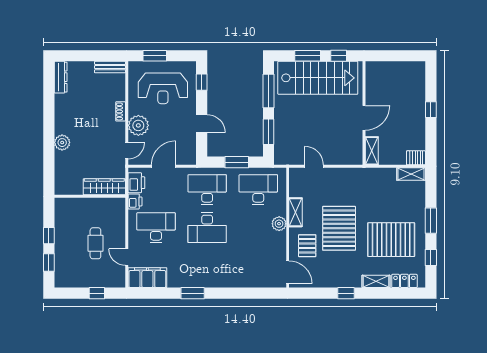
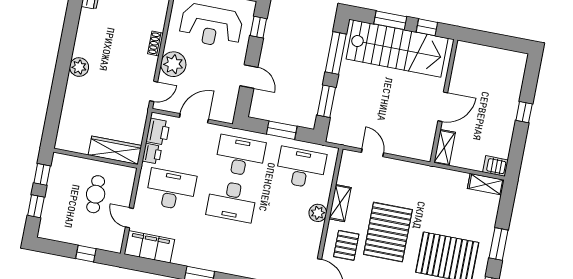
wardrobe: (104, 187) -> (115, 150), moved
wall: (90, 196) -> (96, 158), moved

